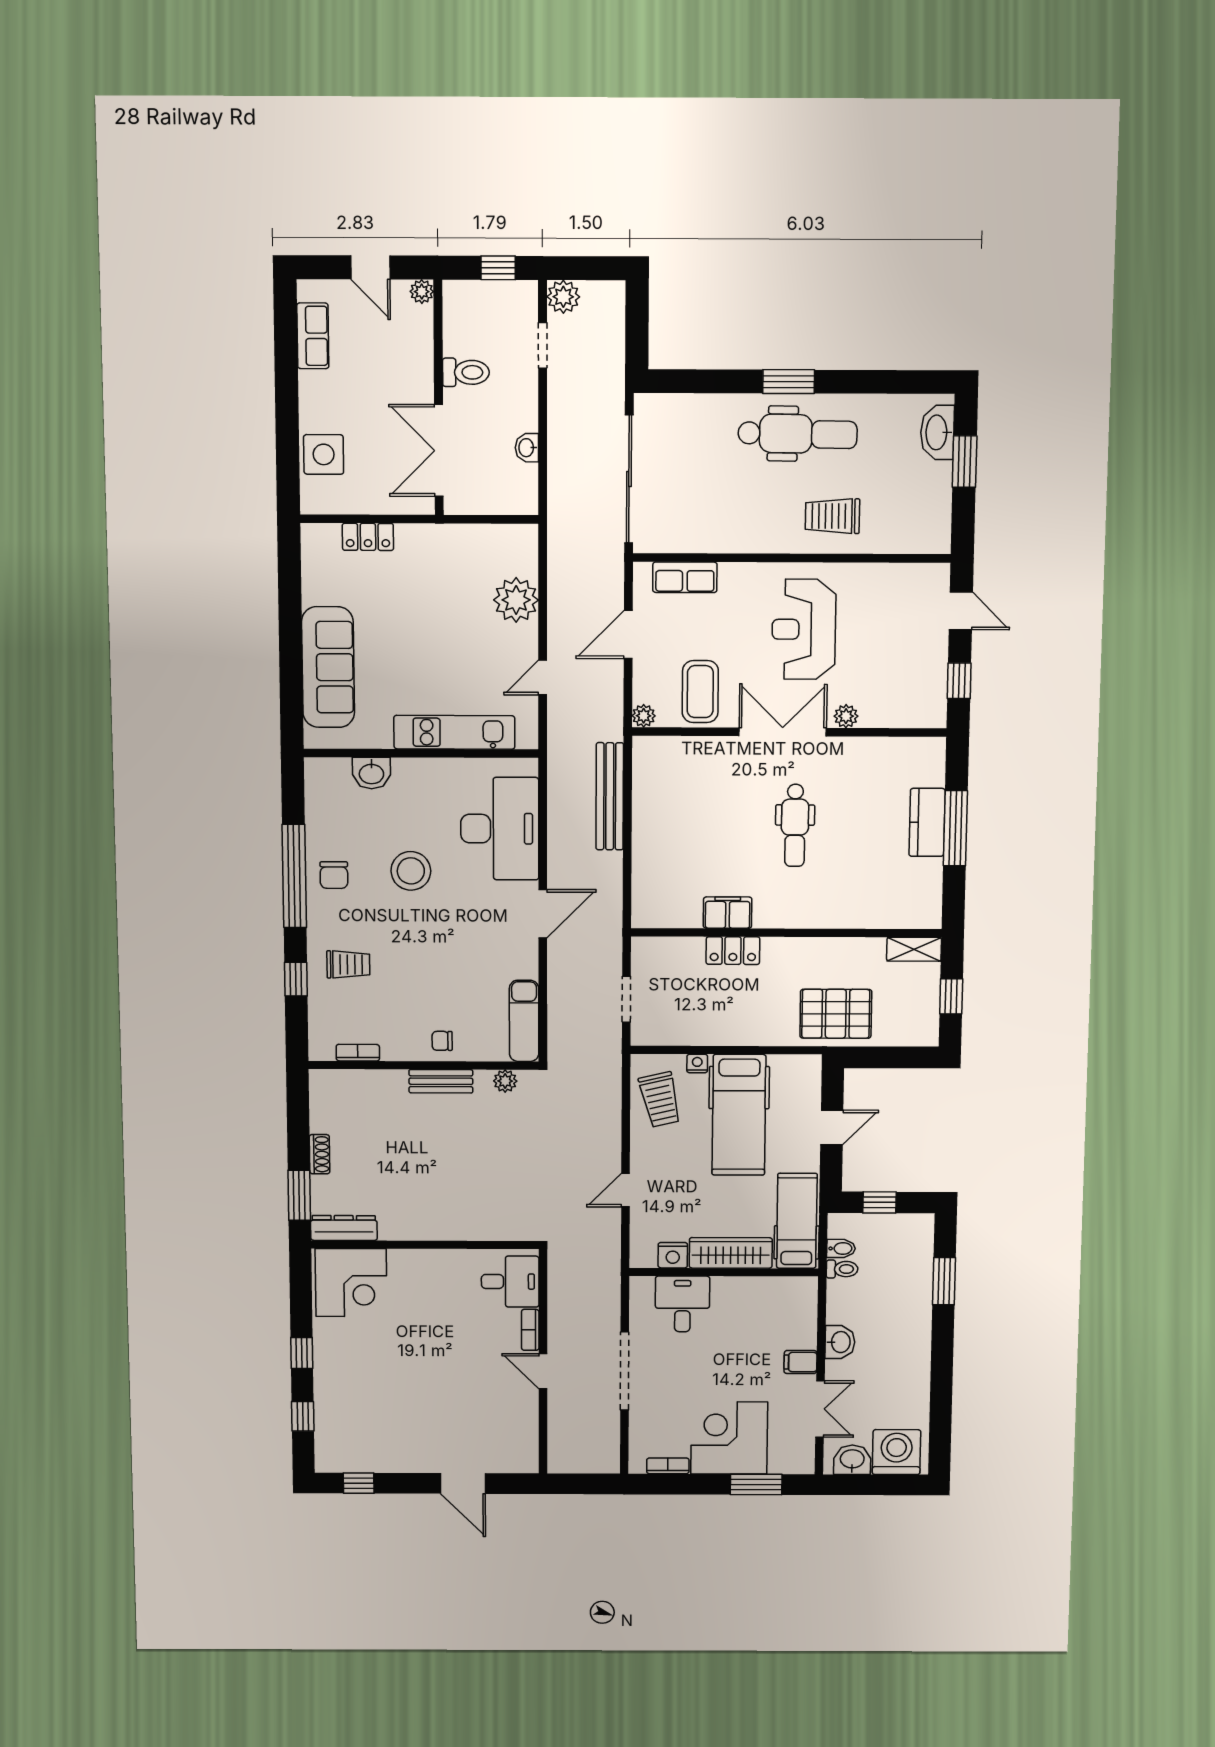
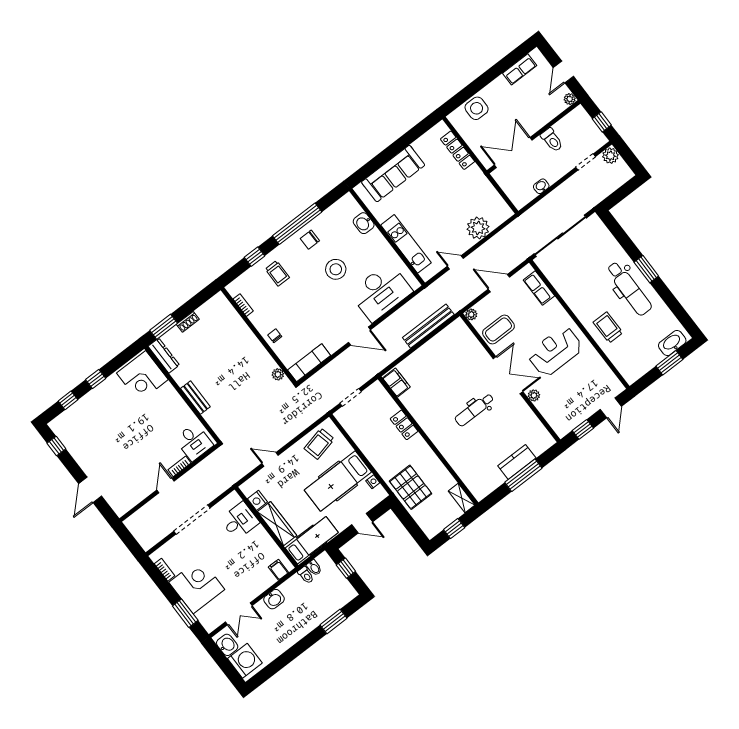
locker: (368, 537) -> (458, 150), width x1.53
filing cabinet: (728, 913) -> (396, 383), moved
nightstand: (697, 1063) -> (373, 482), moved
bench: (441, 1081) -> (195, 398), moved
filing cabinet: (801, 1362) -> (278, 570), moved

